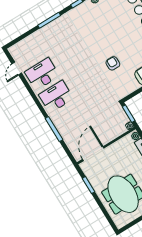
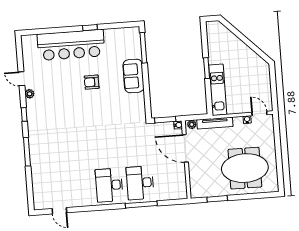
armchair: (113, 63) -> (92, 82), moved
desk: (42, 74) -> (140, 183), moved
door: (93, 154) -> (185, 148), moved

